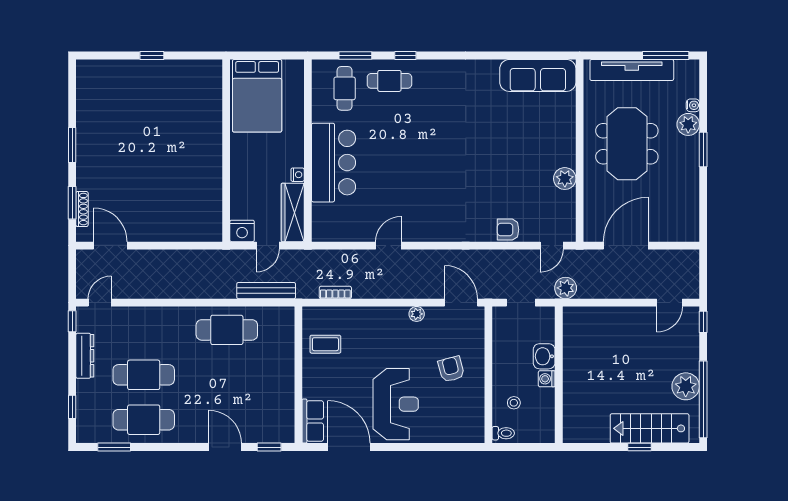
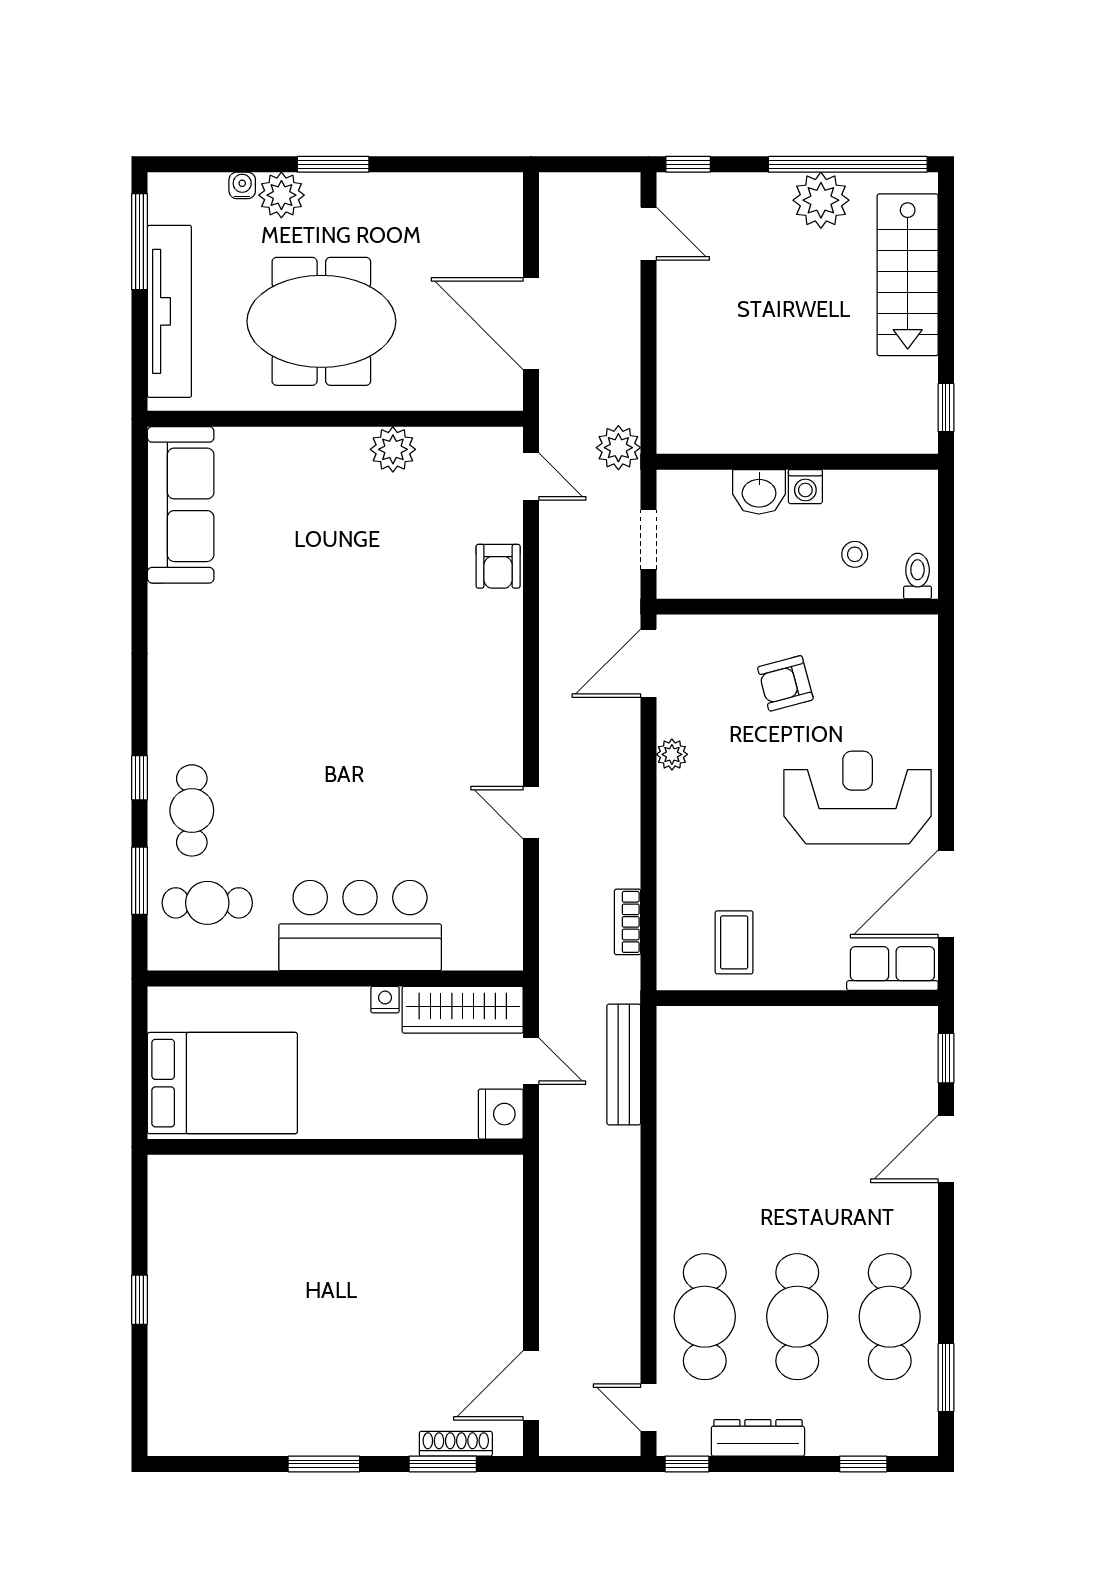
cafe table: (227, 330) -> (705, 1317), moved
window: (640, 447) -> (946, 408), moved

